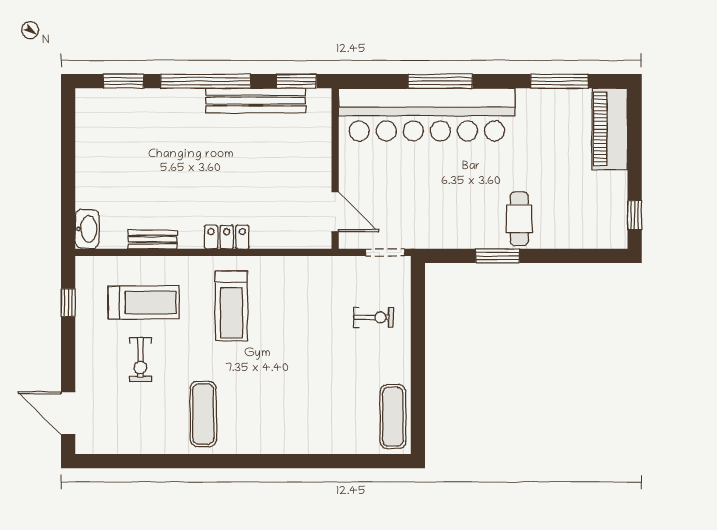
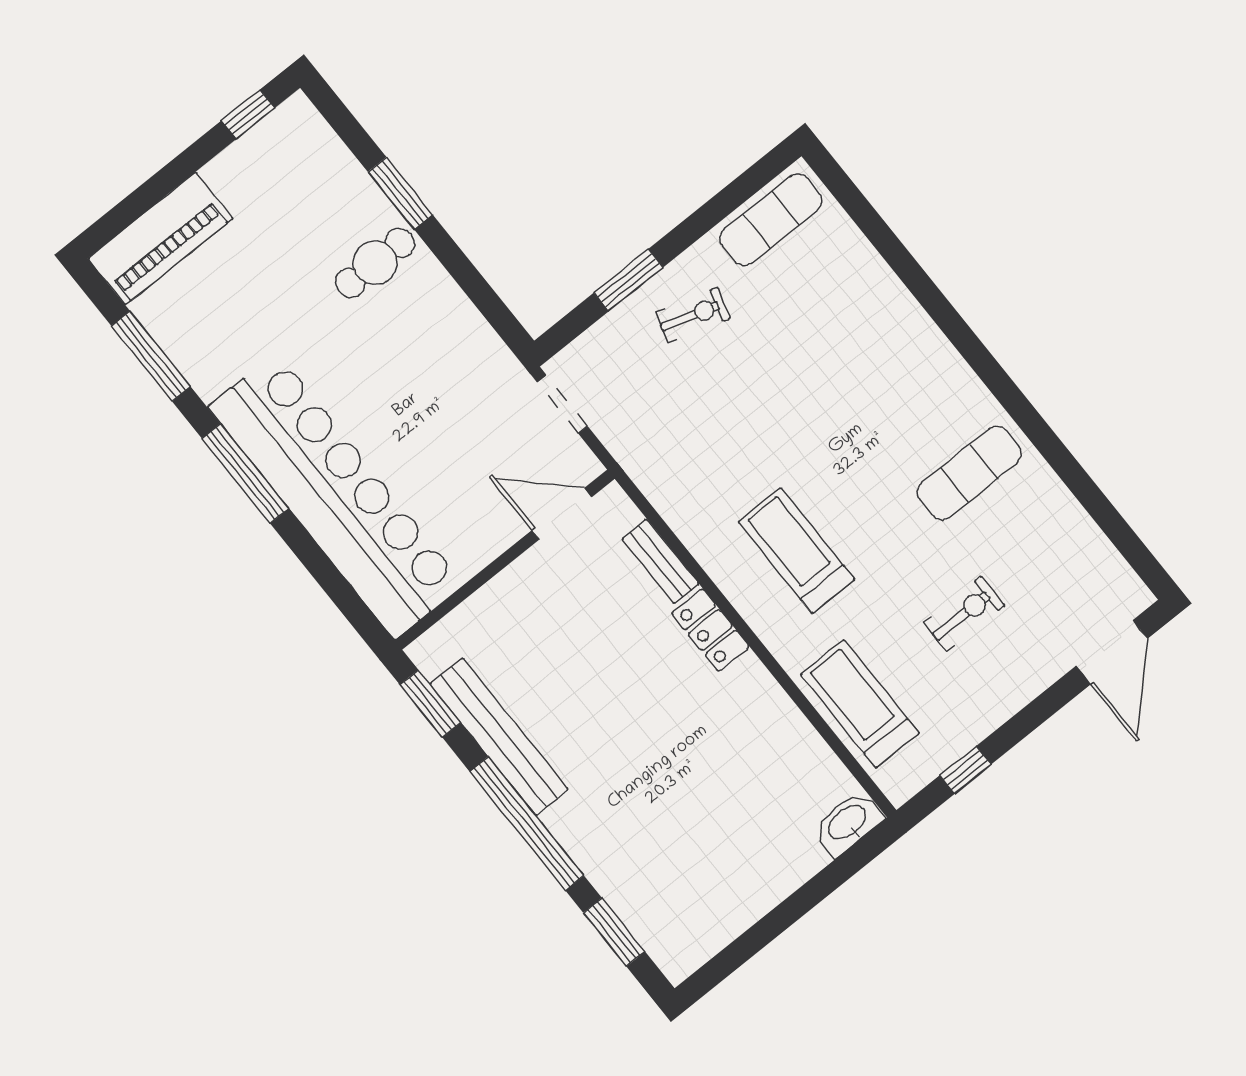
window: (440, 81) -> (245, 473), moved
door: (335, 212) -> (562, 514), hinge flipped
bench: (153, 240) -> (660, 561), moved
window: (498, 256) -> (400, 193), moved
treadmill: (144, 303) -> (860, 704), moved
treadmill: (231, 306) -> (796, 551), turned -90
exercise bike: (373, 317) -> (693, 315), moved, turned 107
window: (418, 329) -> (629, 280), added

